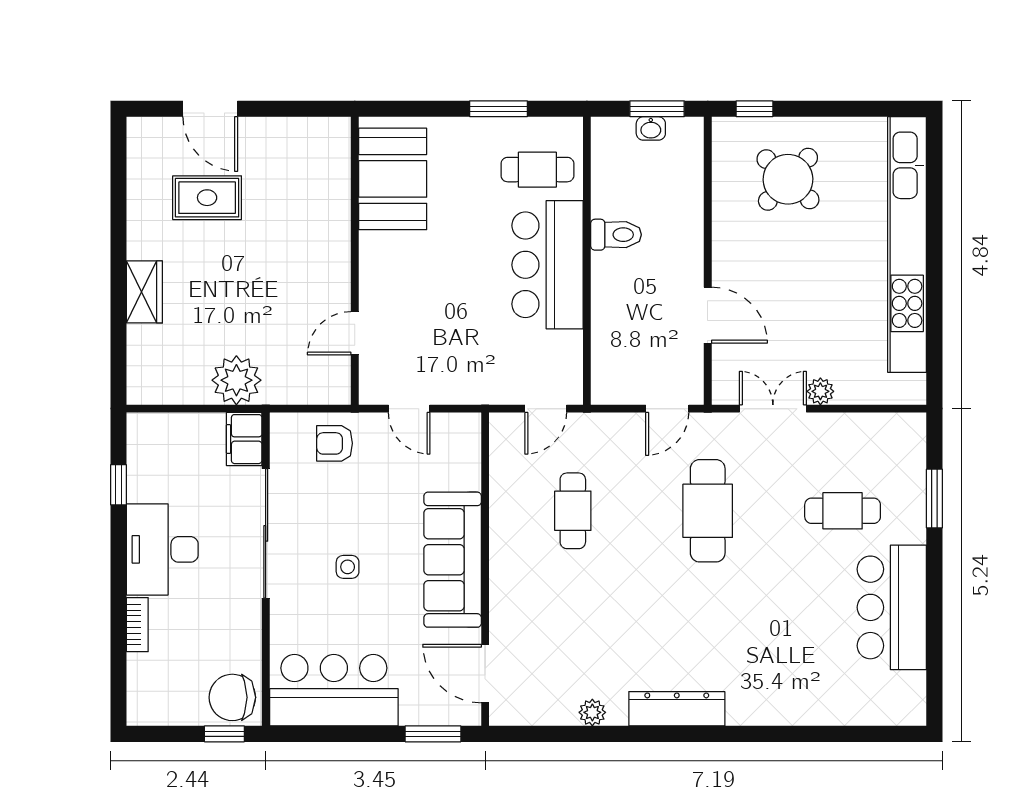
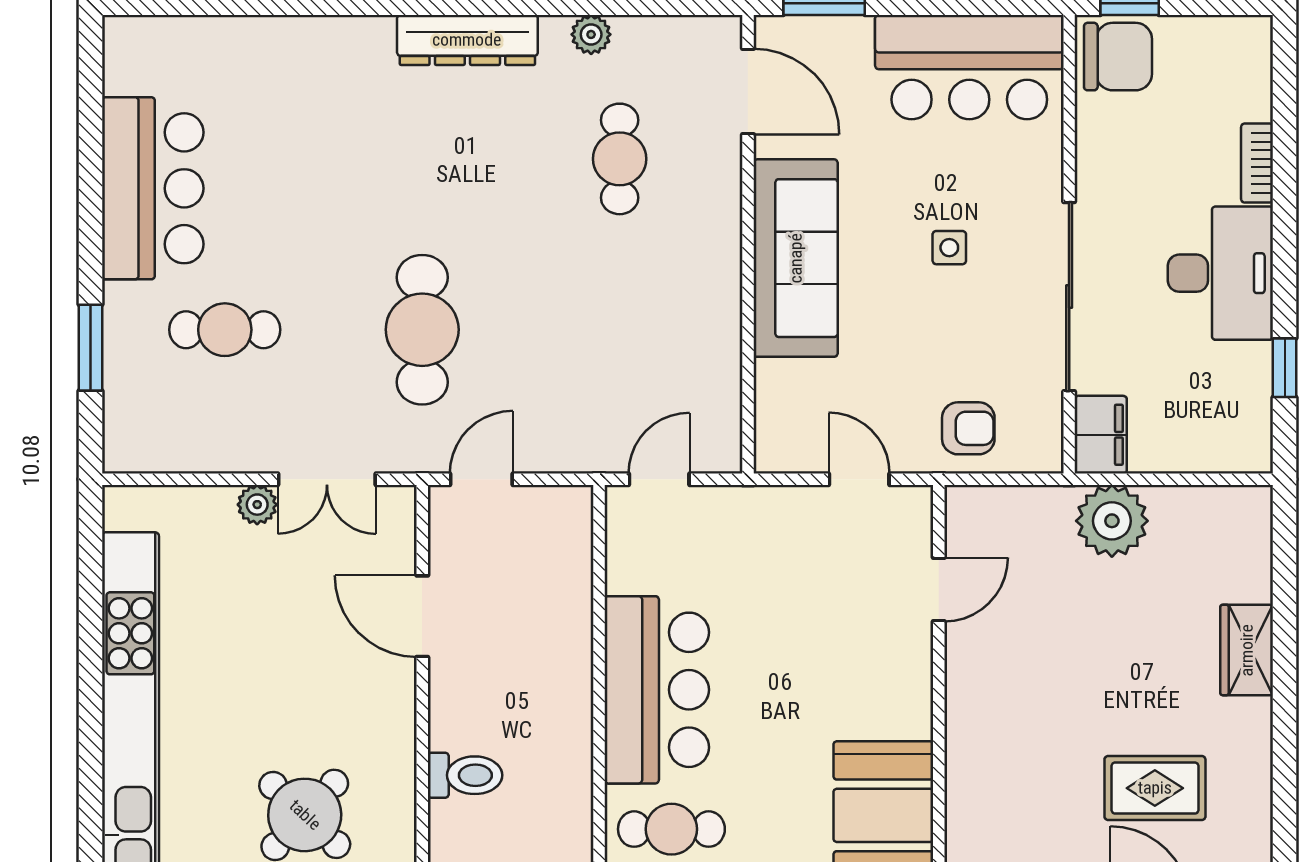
toilet: (616, 235) -> (465, 775), moved, turned 180
cafe table: (573, 511) -> (620, 159), moved

